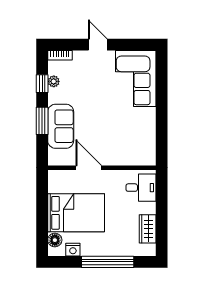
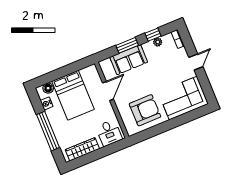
armchair: (131, 132) -> (145, 110), added
wardrobe: (148, 229) -> (82, 149), width x1.50

